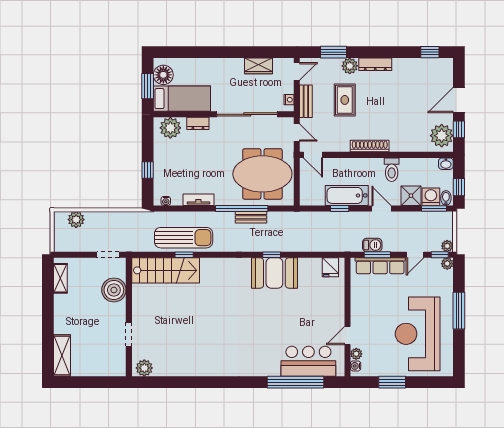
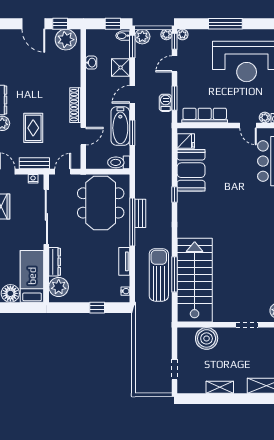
window: (148, 86) -> (21, 308), removed
rug: (345, 100) -> (33, 128), turned 90
dresser: (198, 123) -> (55, 262), width x1.44
door: (313, 155) -> (83, 136), moved
washbasin: (446, 164) -> (91, 63), moved
toilet: (392, 170) -> (119, 162), moved, turned 180
washing machine: (431, 197) -> (121, 49), removed
window: (340, 208) -> (132, 133), width x1.50
plant: (76, 220) -> (142, 37), moved
doorway: (108, 255) -> (174, 370), moved
window: (184, 255) -> (174, 274), width x2.17
door: (415, 255) -> (174, 64), swing flipped
row of seats: (380, 266) -> (205, 115), moved, turned -90
stairs: (166, 270) -> (195, 280), width x1.36, depth x1.51
booth: (274, 273) -> (191, 170), moved
shelving: (60, 278) -> (220, 387), moved

